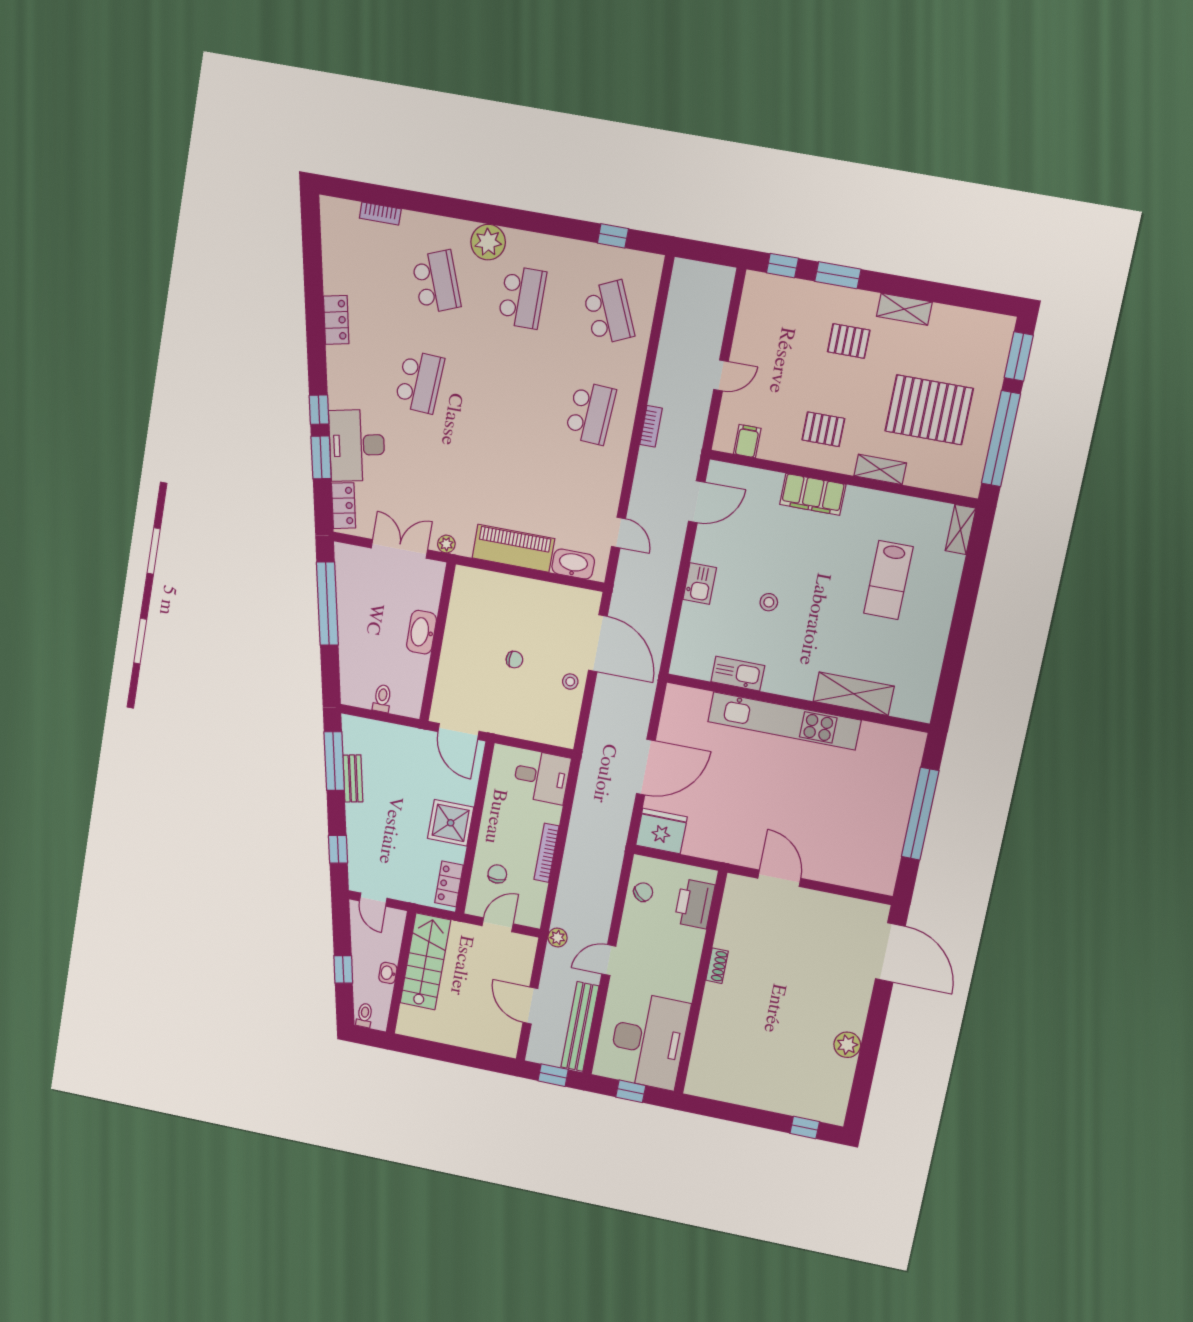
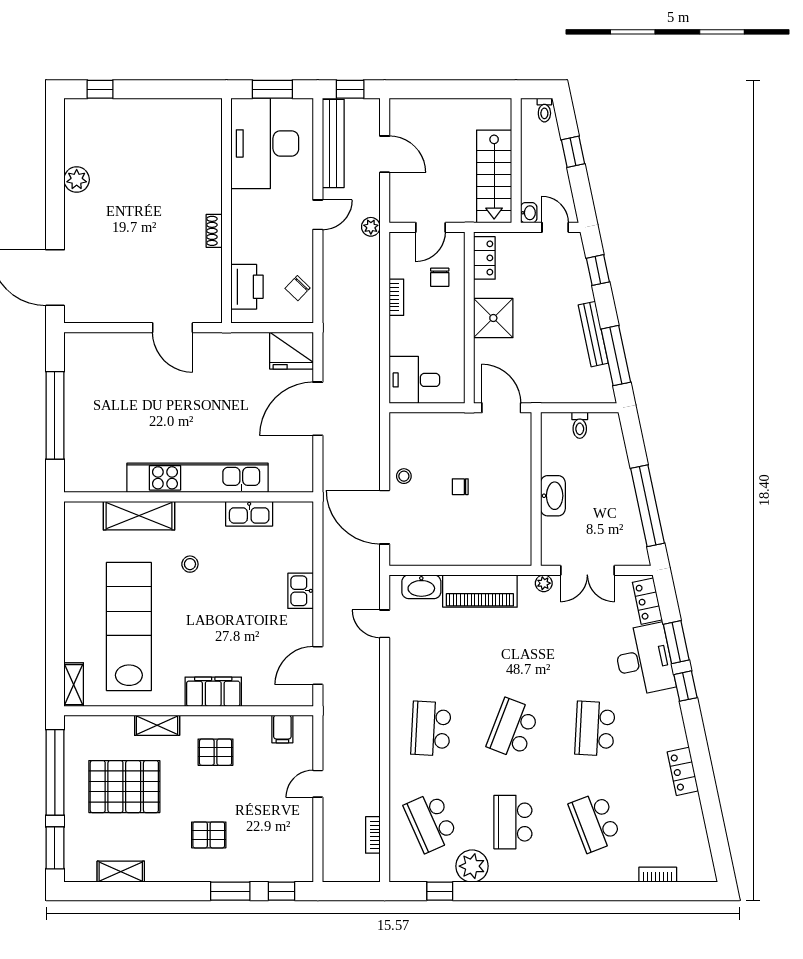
plant: (488, 242) -> (472, 866), moved
shelving: (904, 309) -> (121, 872), moved
school desk: (505, 397) -> (513, 729), added
bookcase: (651, 426) -> (373, 835), moved
lab bench: (888, 580) -> (129, 626), width x1.86, depth x1.39
stool: (769, 602) -> (190, 564), moved
bench: (353, 779) -> (593, 334), width x1.36
bookcase: (547, 853) -> (396, 297), width x0.64
washbasin: (388, 973) -> (529, 213), moved
window: (631, 1091) -> (272, 89), width x1.50

